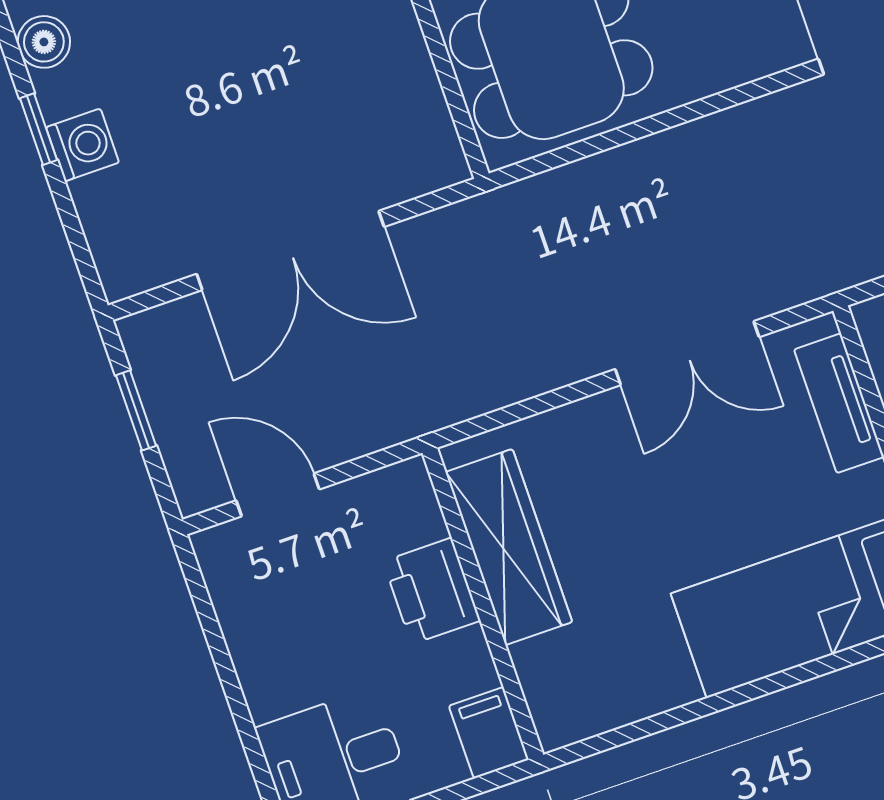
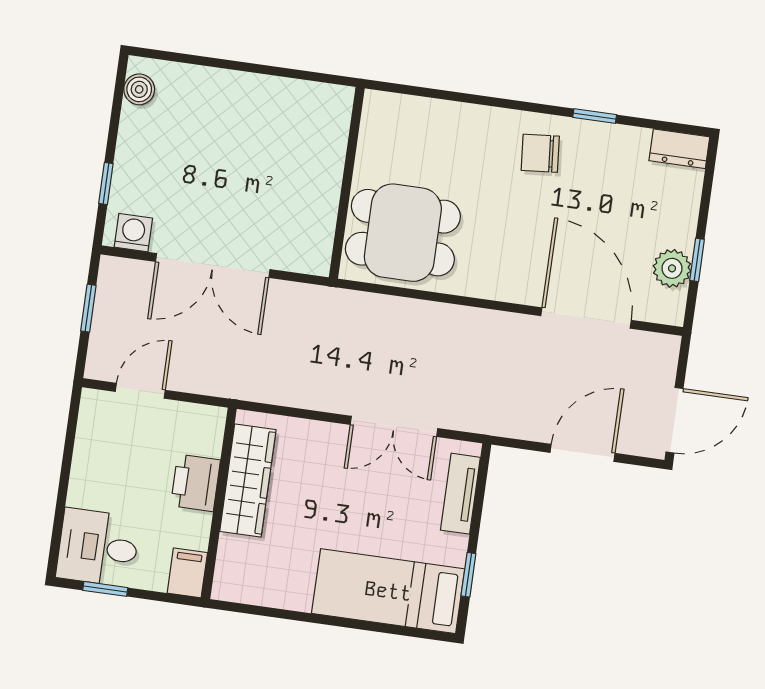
window: (39, 129) -> (106, 183), moved
washing machine: (83, 145) -> (133, 233), moved, turned -90
door: (278, 495) -> (140, 391), hinge flipped

